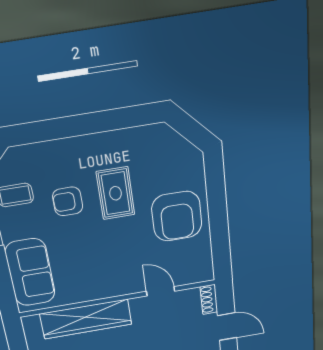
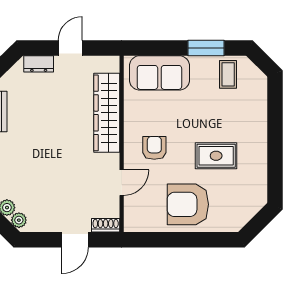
armchair: (68, 201) -> (154, 148), moved

